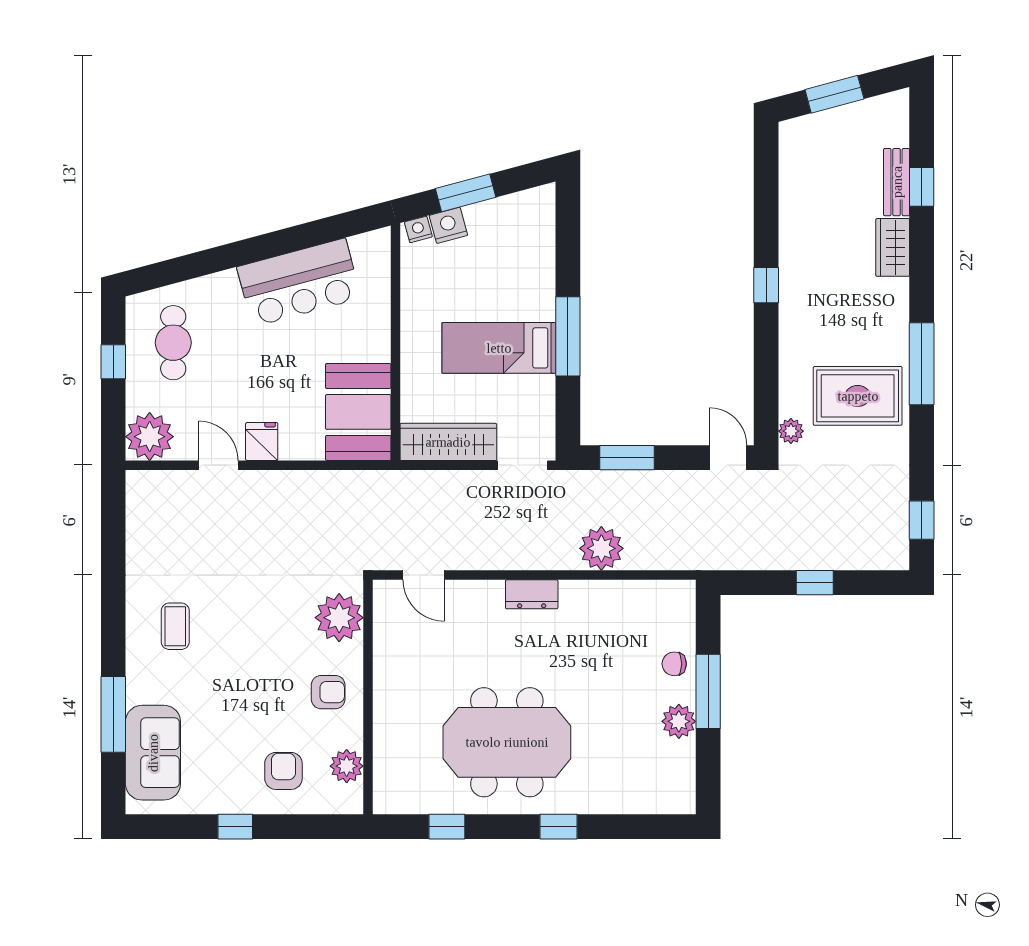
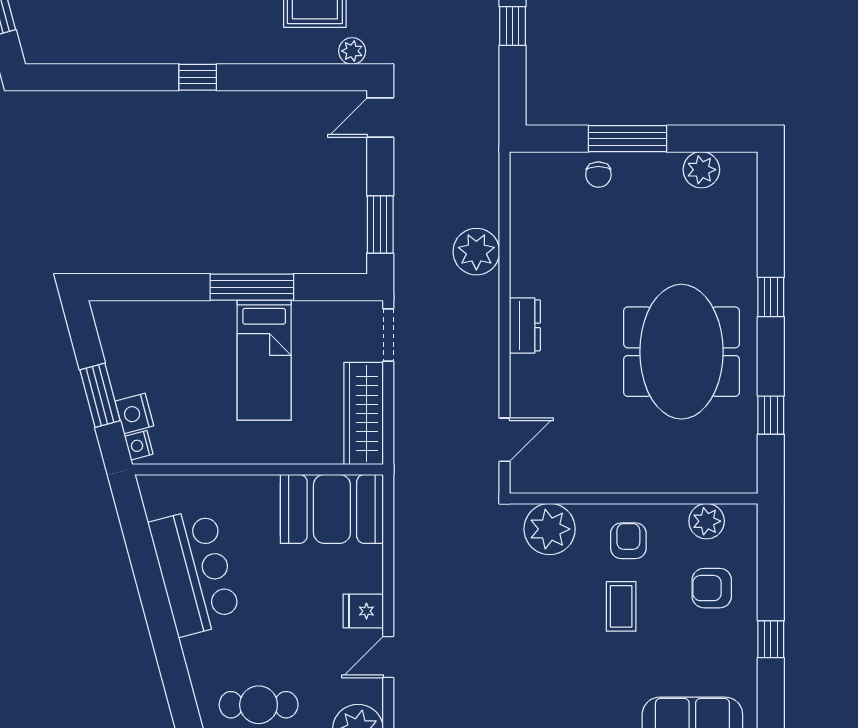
coffee table: (175, 626) -> (621, 606), moved, turned 90
plant: (679, 721) -> (701, 170), moved

